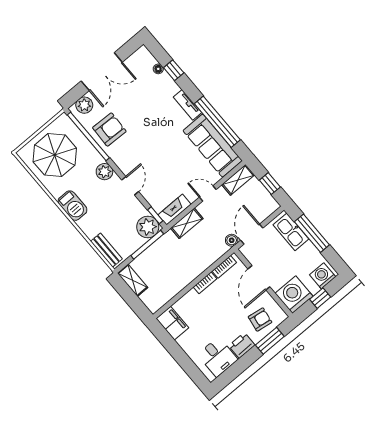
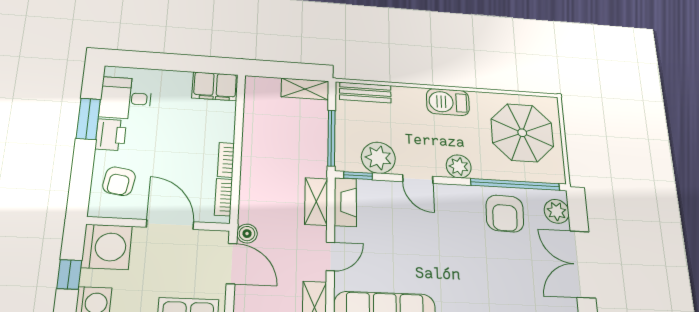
plant: (148, 227) -> (378, 158), moved
window: (270, 341) -> (88, 119), moved

